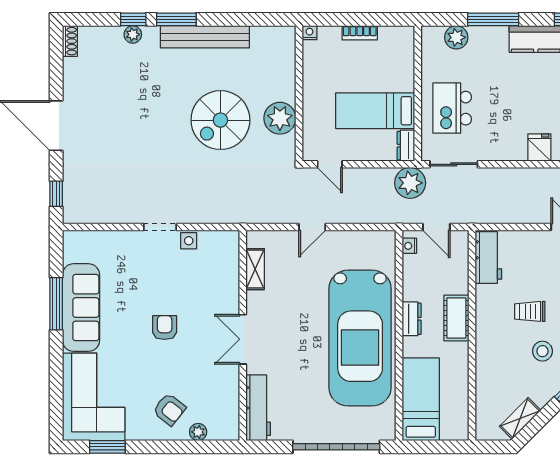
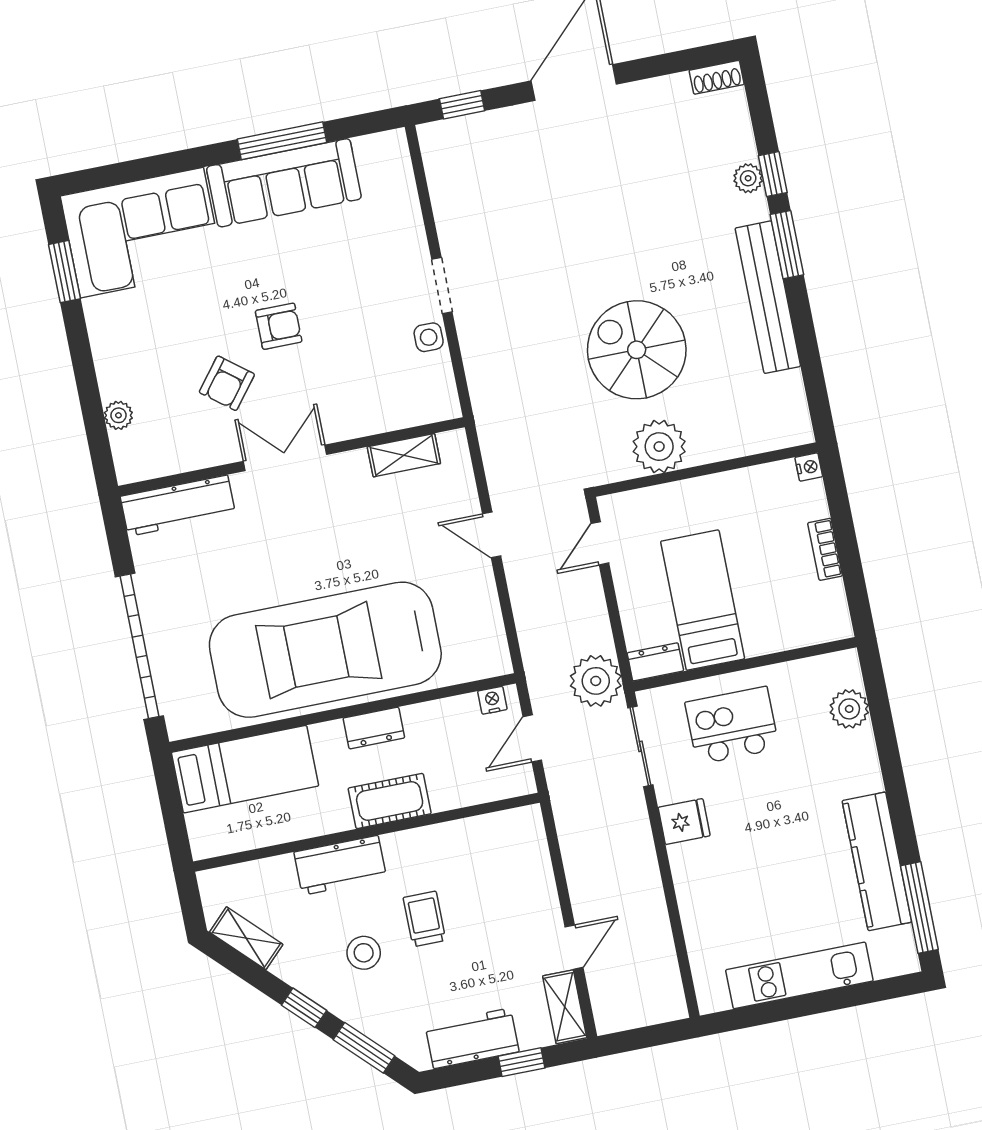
window: (493, 19) -> (891, 764), removed
fridge: (539, 148) -> (684, 822), moved
workbench: (488, 257) -> (340, 865), moved
armchair: (169, 409) -> (227, 383), moved

